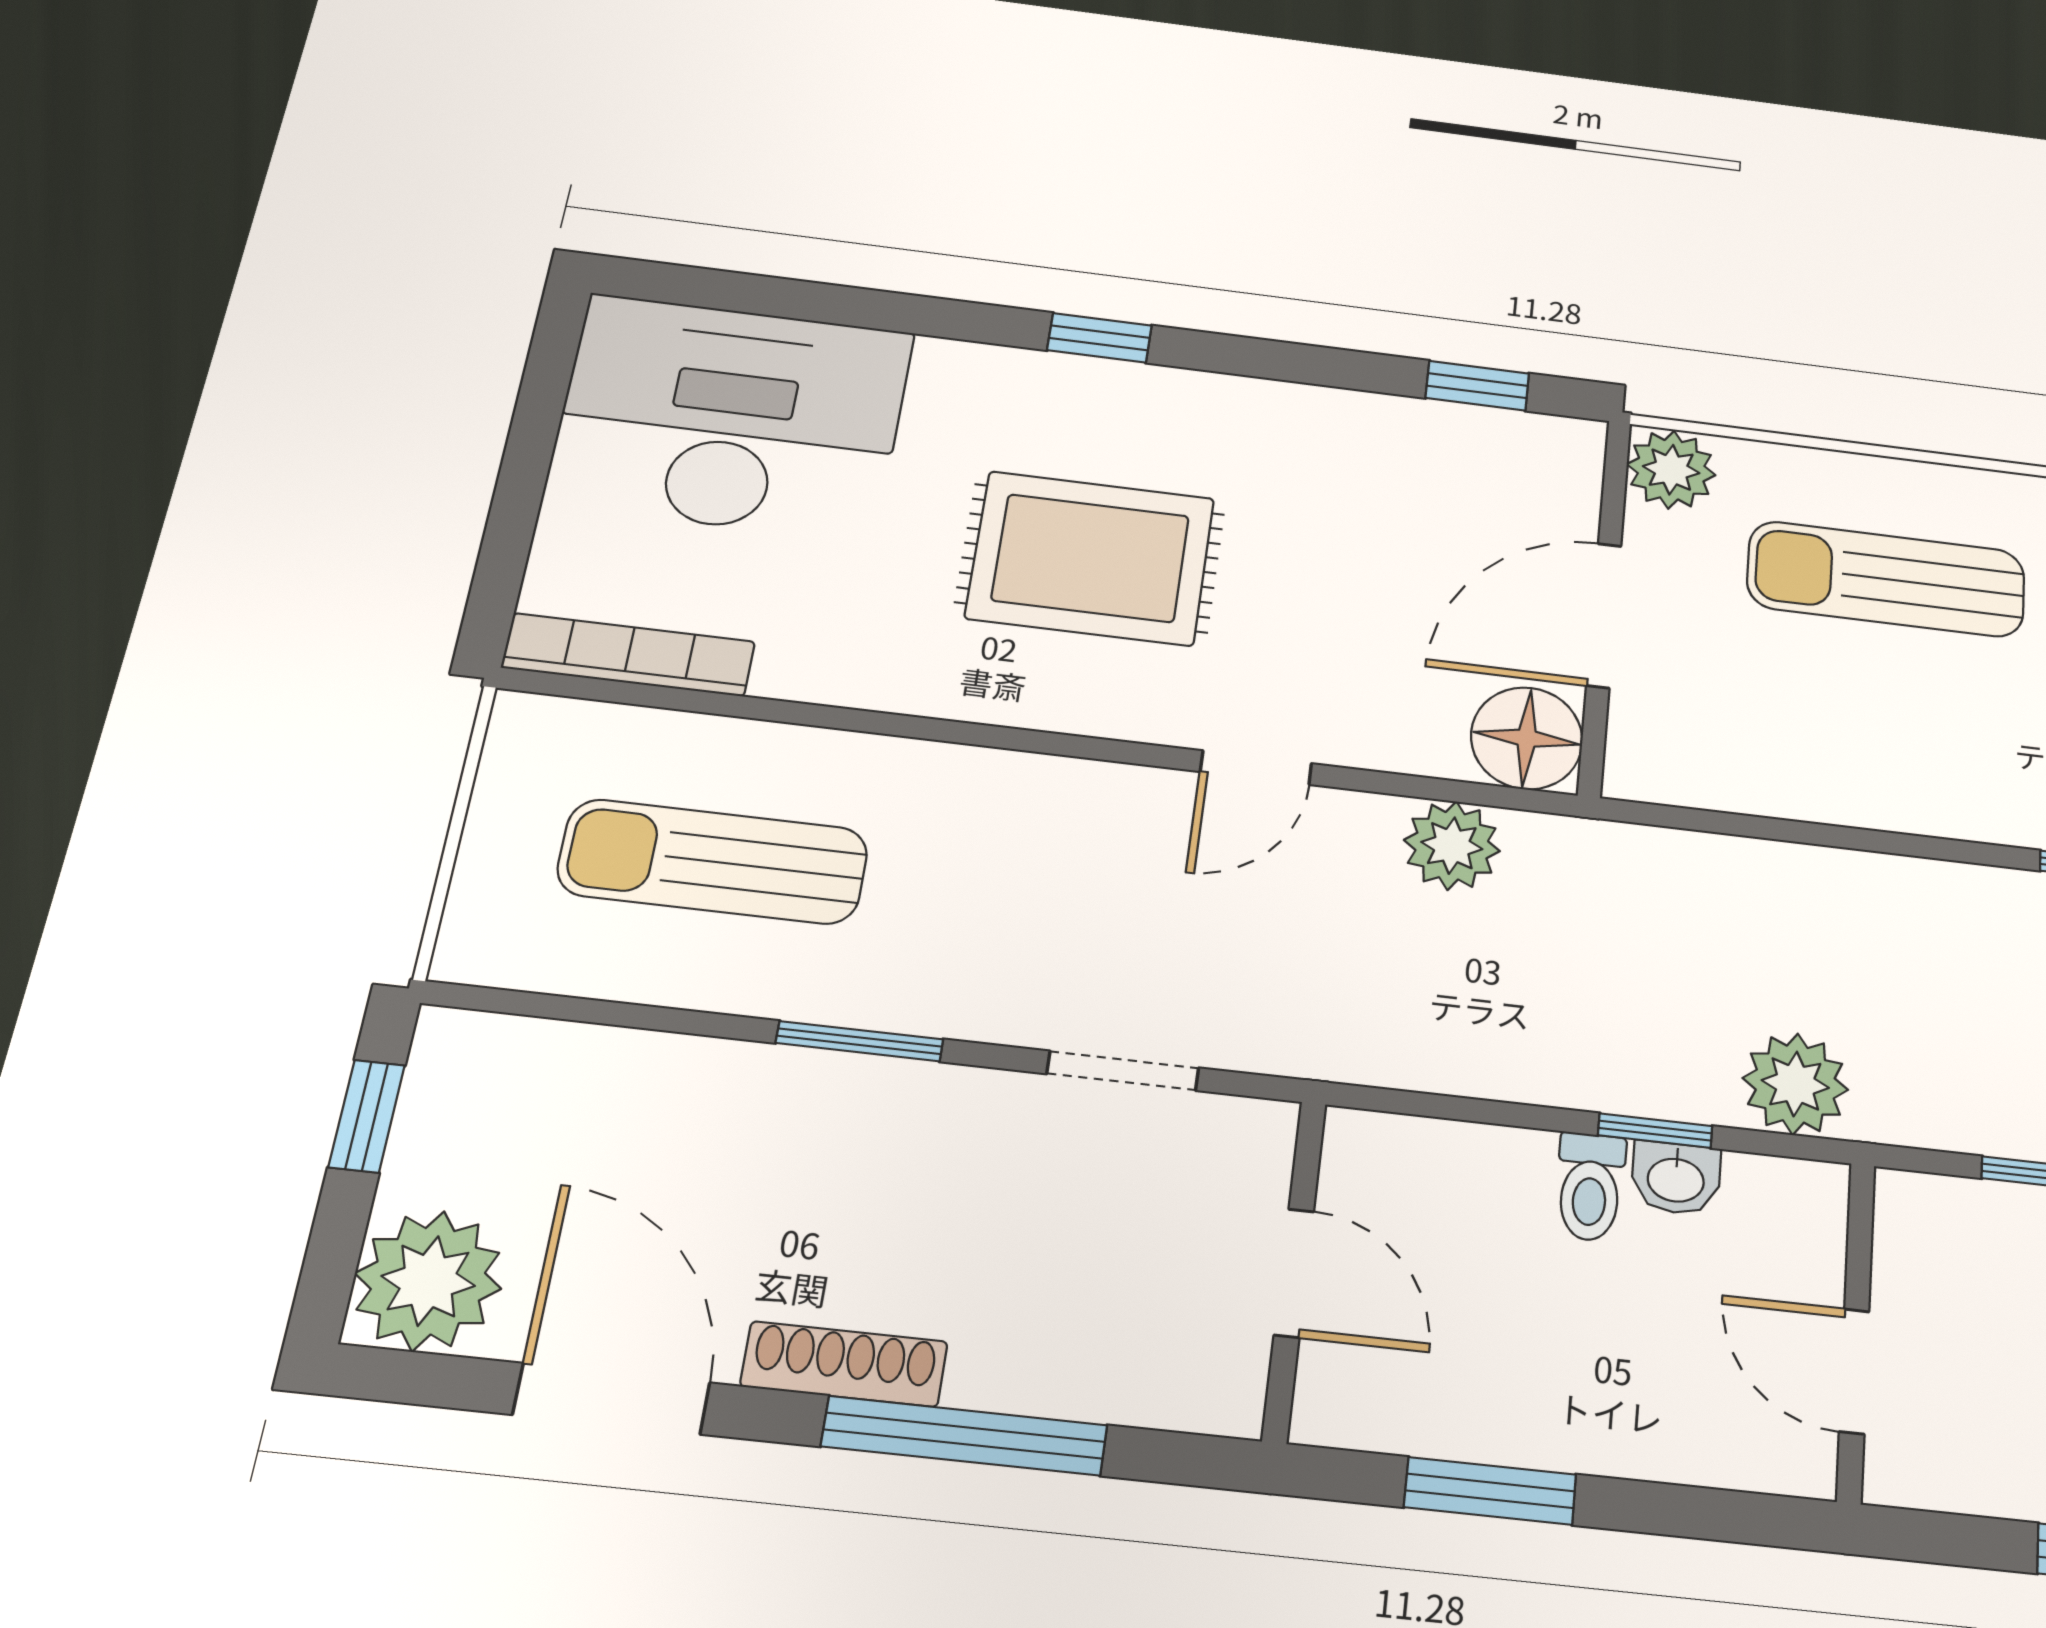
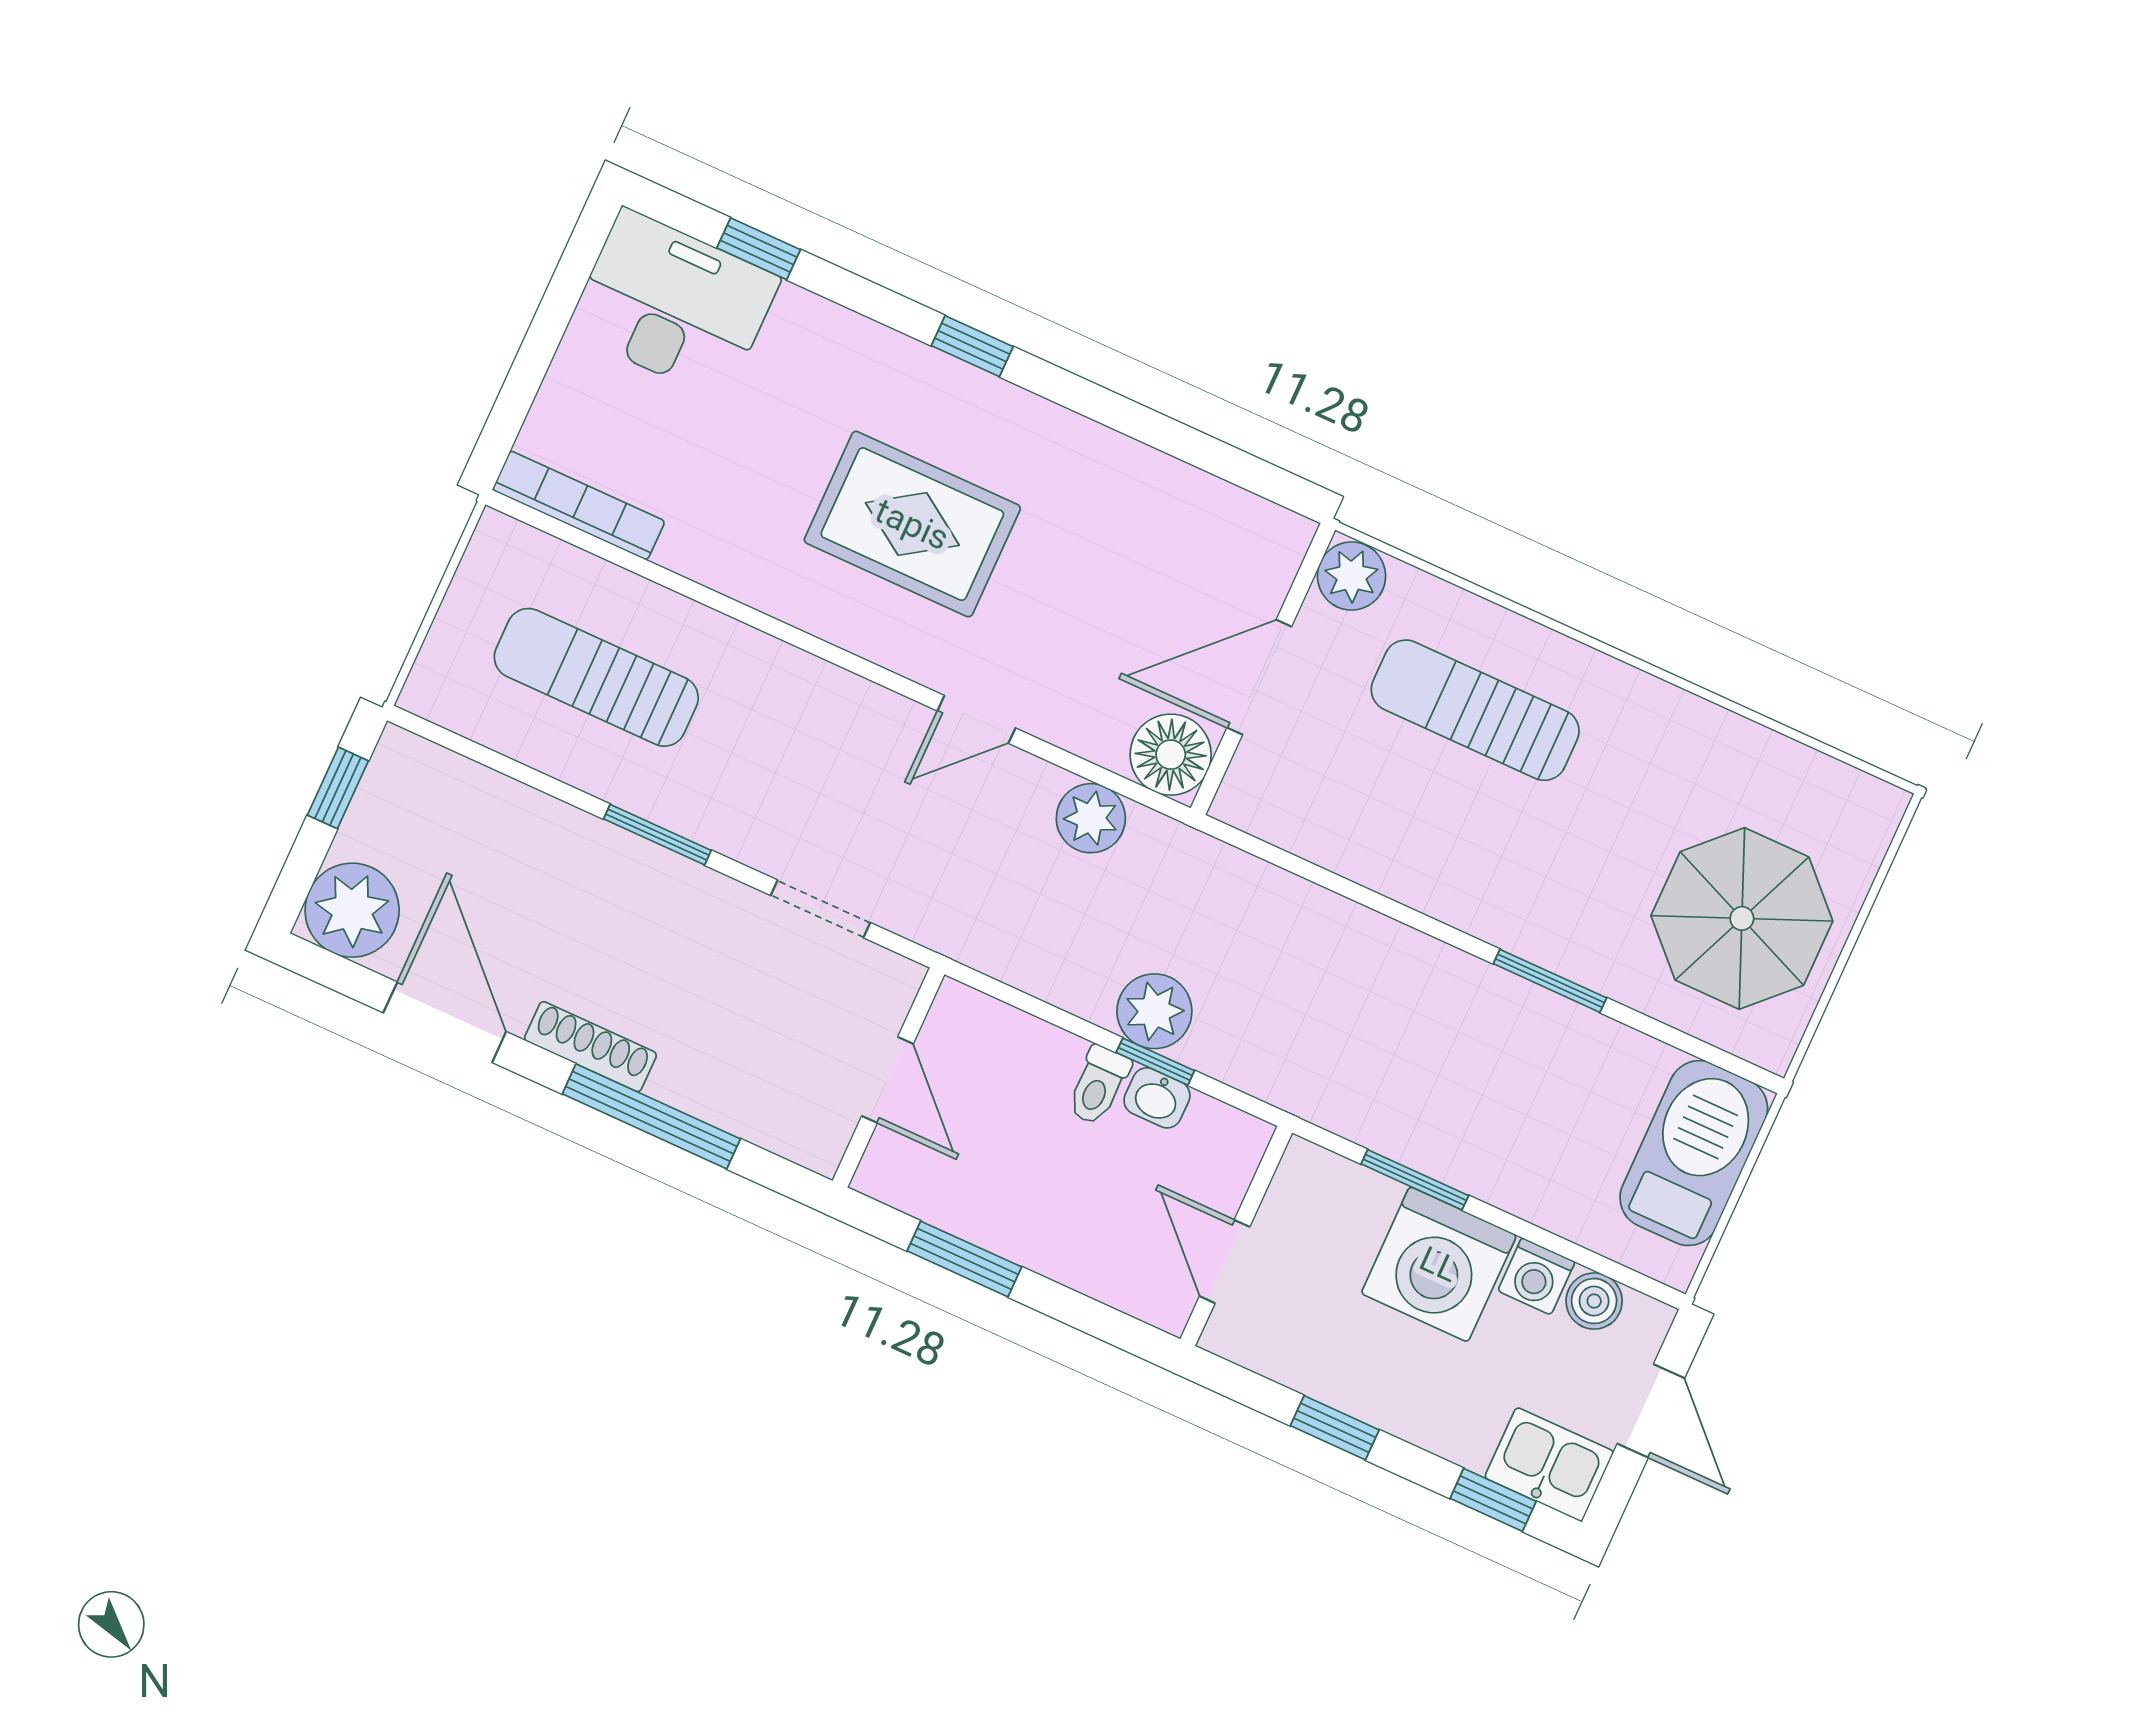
window: (1477, 386) -> (759, 249), moved
desk: (731, 417) -> (674, 304), width x0.73, depth x0.77
plant: (1795, 1084) -> (1154, 1011), moved

